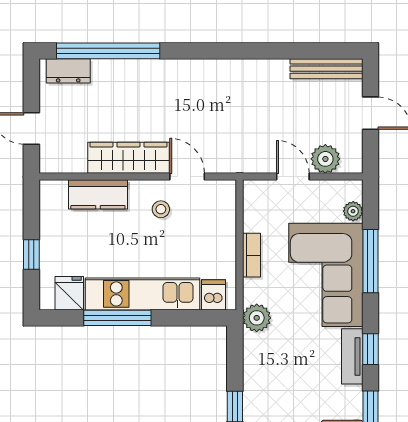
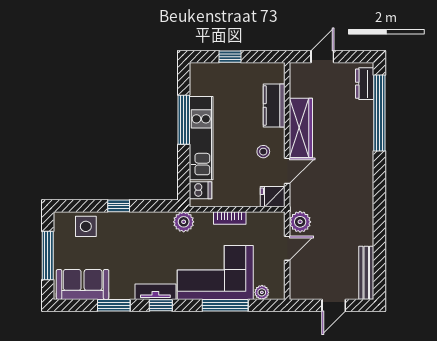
plant: (325, 159) -> (300, 222), moved
fridge: (69, 293) -> (273, 197), moved, turned 180

